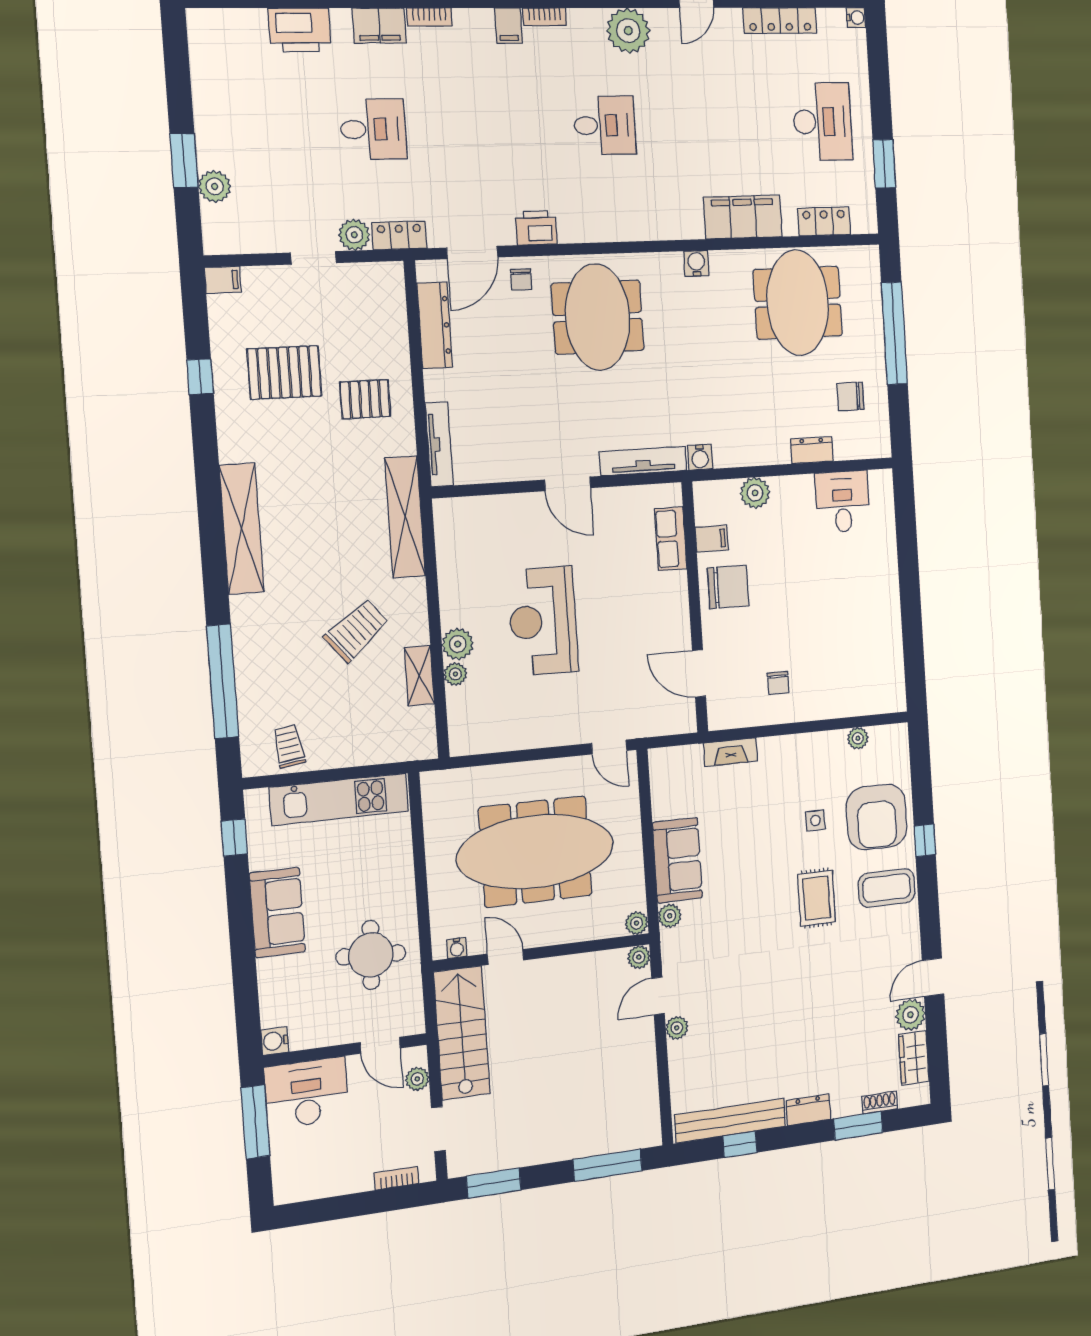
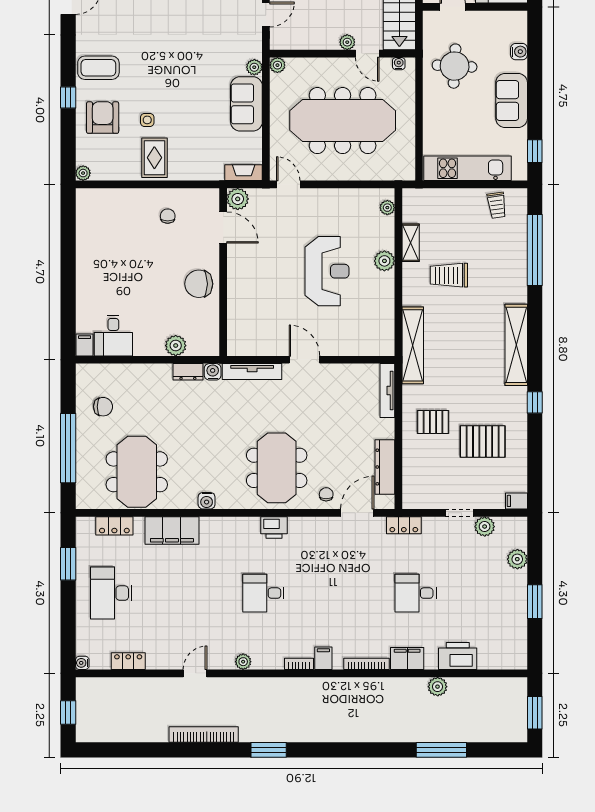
bookcase: (429, 17) -> (366, 664), width x1.56
locker: (780, 20) -> (128, 661), width x0.66
plant: (628, 31) -> (243, 662), width x0.53, depth x0.53
window: (184, 161) -> (535, 602), moved
printer: (536, 228) -> (274, 527), moved
plant: (354, 235) -> (485, 527), moved
window: (200, 377) -> (535, 402), moved
dresser: (812, 450) -> (188, 372), moved
row of seats: (671, 539) -> (237, 319), removed
filing cabinet: (712, 539) -> (85, 345), moved, turned 90
trolley: (356, 630) -> (449, 275), turned 39
plant: (455, 674) -> (387, 208), moved
plant: (681, 718) -> (238, 199), added
plant: (858, 738) -> (83, 173), moved
fireplace: (731, 752) -> (244, 173), moved
armchair: (877, 817) -> (103, 118), width x0.73, depth x0.73
rug: (817, 898) -> (154, 158), moved
plant: (639, 957) -> (347, 42), moved
water cooler: (275, 1041) -> (519, 52), moved

